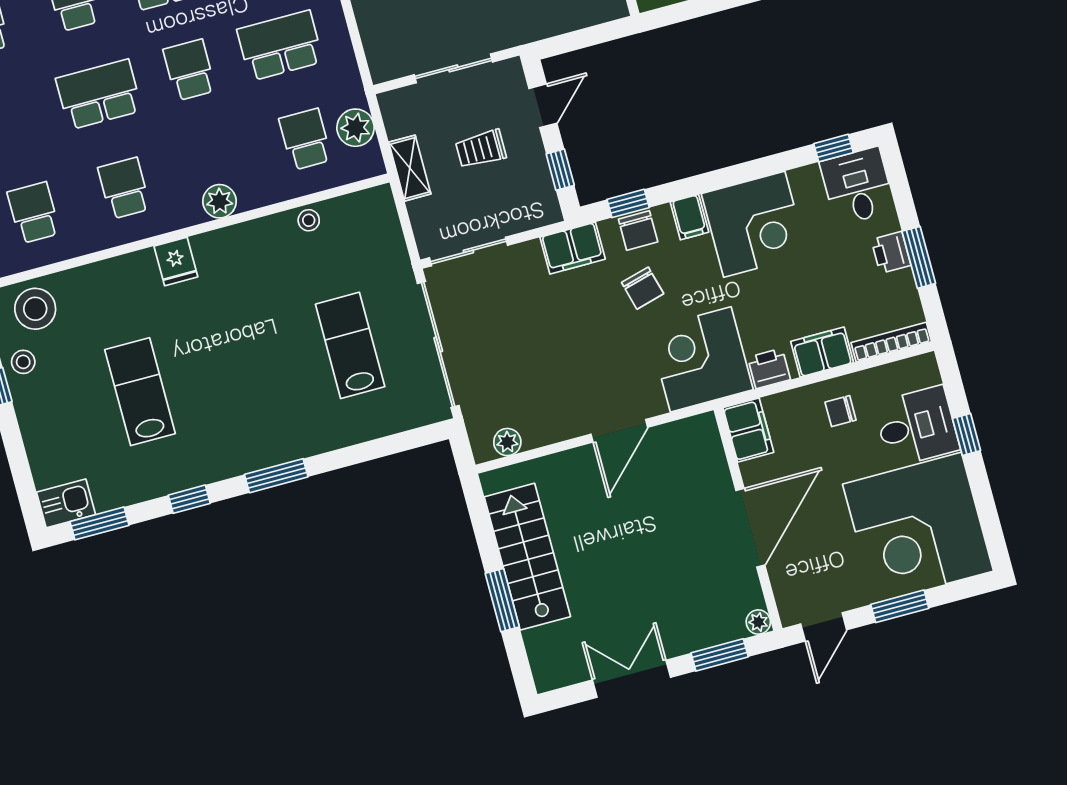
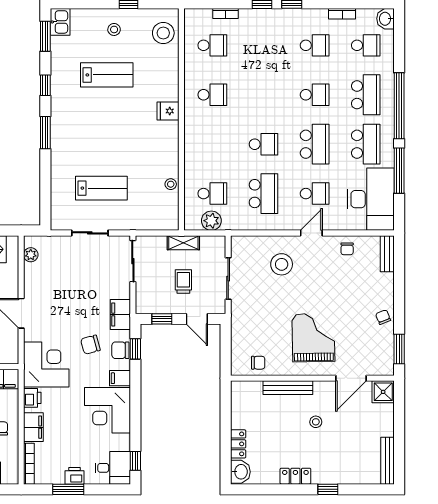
school desk: (99, 94) -> (263, 95), removed
plant: (220, 201) -> (193, 141), removed
sliding door: (438, 344) -> (90, 233), width x0.54
stool: (23, 362) -> (114, 29), moved

